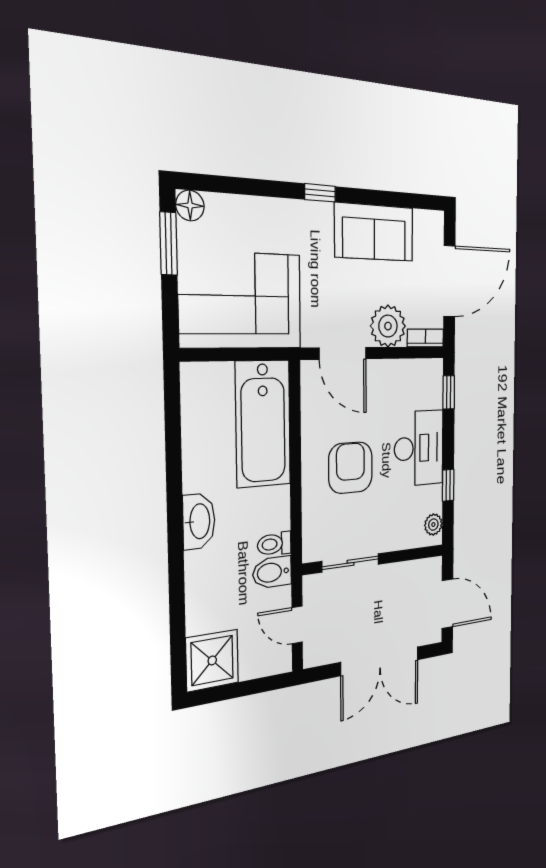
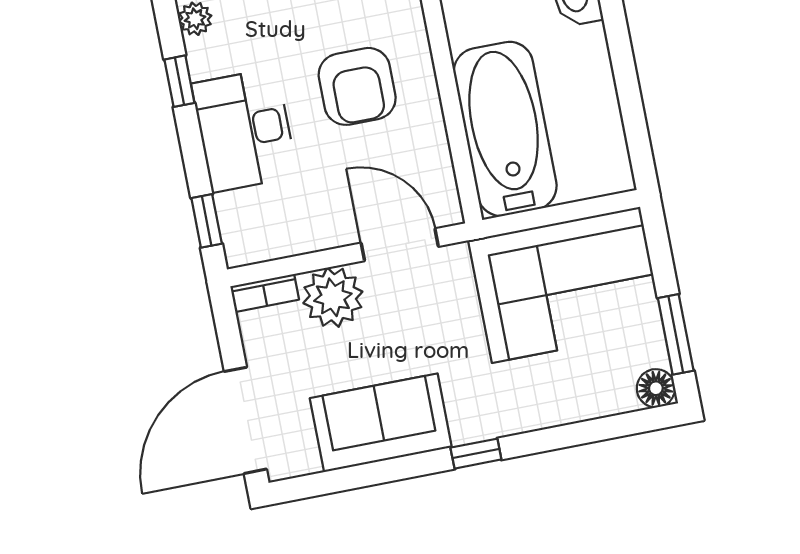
door: (449, 281) -> (245, 420), moved

